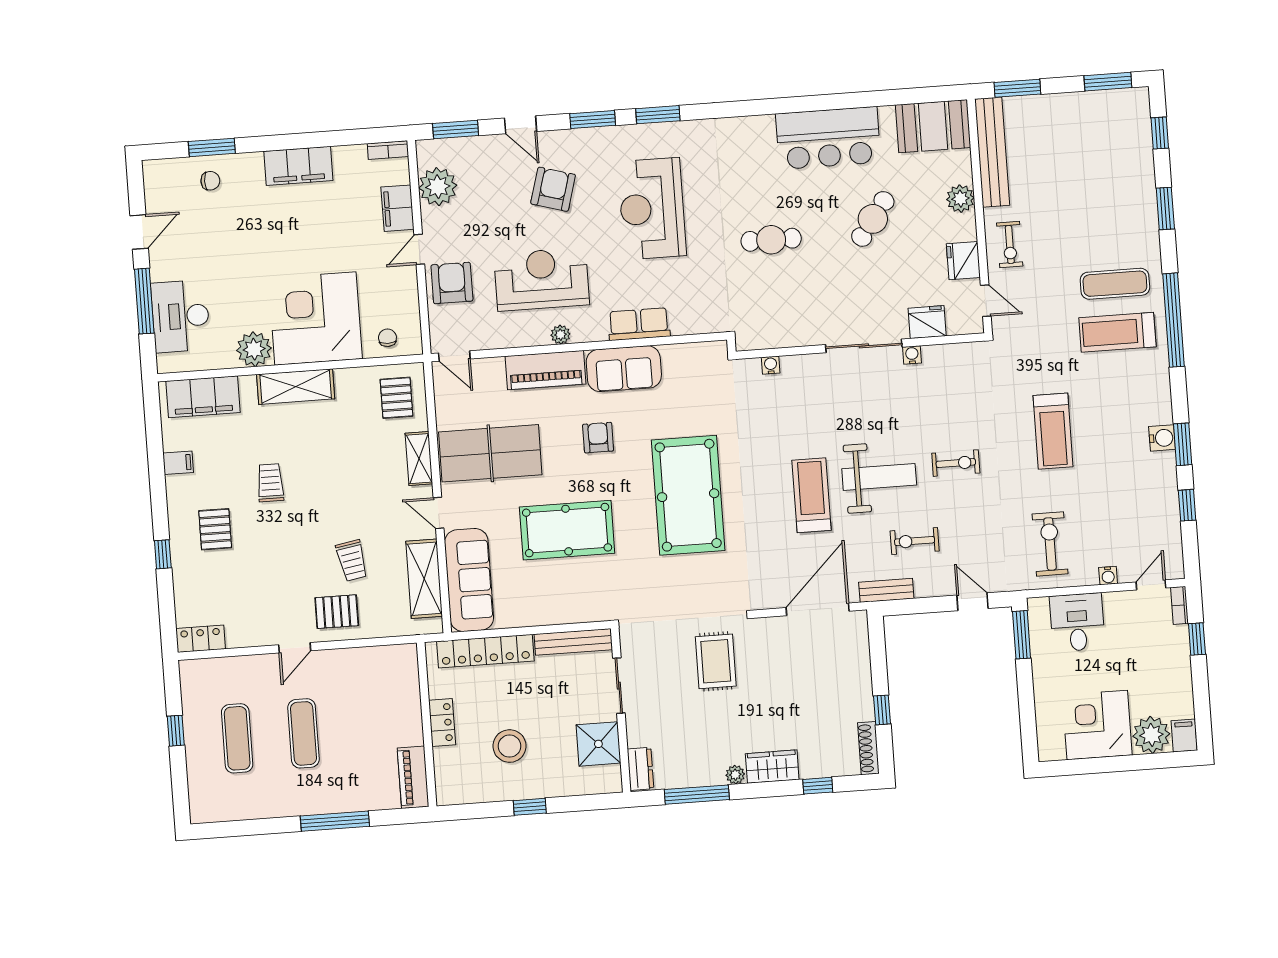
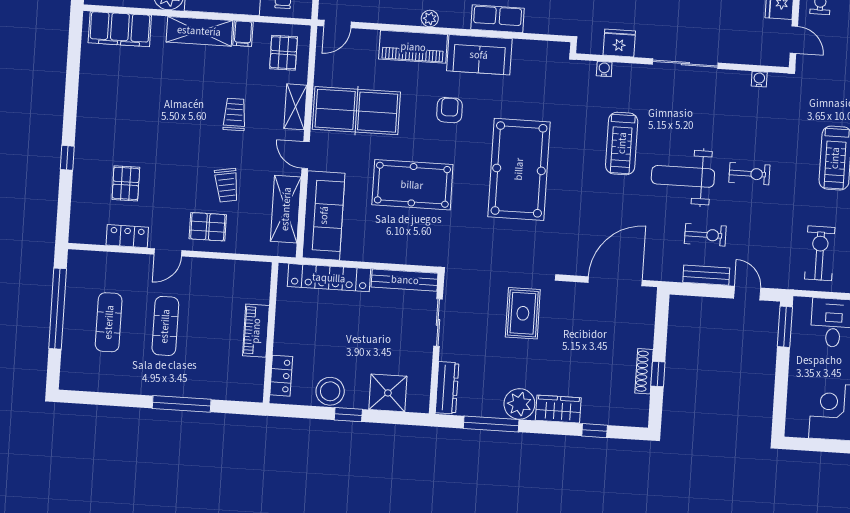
fridge: (927, 322) -> (619, 43), moved
water cooler: (912, 355) -> (759, 79), moved
door: (454, 356) -> (337, 24), hinge flipped
filing cabinet: (178, 463) -> (243, 34), moved, turned 90
weight bench: (879, 477) -> (683, 176), turned 180
trolley: (270, 483) -> (235, 114), moved
treadmill: (811, 495) -> (622, 143), moved, turned 180
pallet: (215, 529) -> (126, 183), moved
exercise bike: (915, 541) -> (705, 235), turned 180
bench: (886, 590) -> (706, 275), moved
locker: (201, 639) -> (127, 236), moved
locker: (442, 723) -> (281, 376), moved
window: (176, 731) -> (58, 309), width x3.17
shower: (598, 744) -> (388, 393), moved
stool: (510, 746) -> (330, 391), moved
shoe rack: (868, 748) -> (644, 371), moved
dresser: (641, 769) -> (447, 388), width x1.44
plant: (735, 775) -> (519, 404), width x1.88, depth x1.88
piano: (413, 777) -> (256, 331), moved

